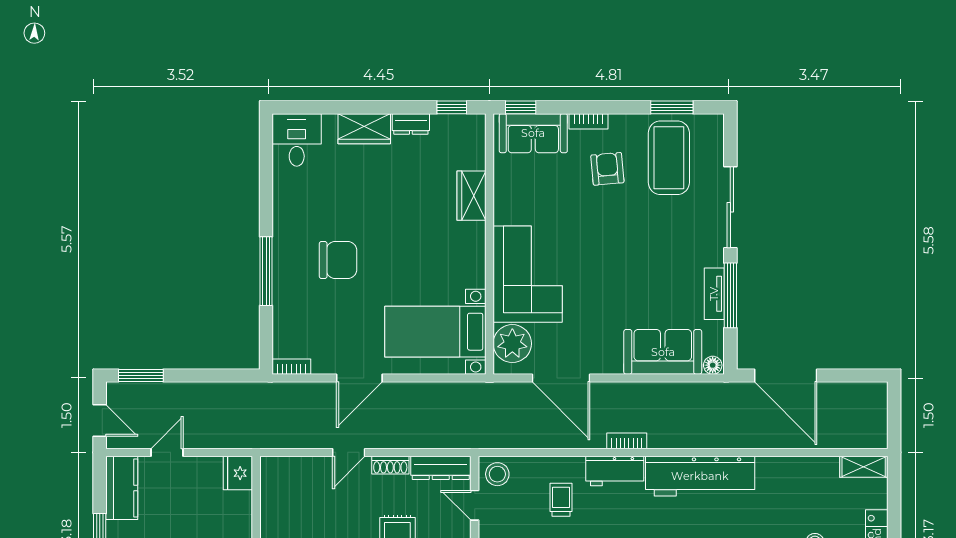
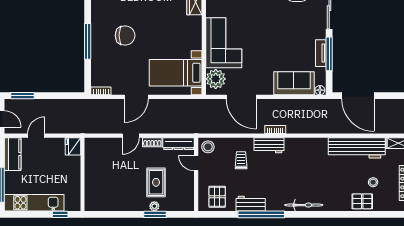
workbench: (700, 476) -> (357, 148), moved

